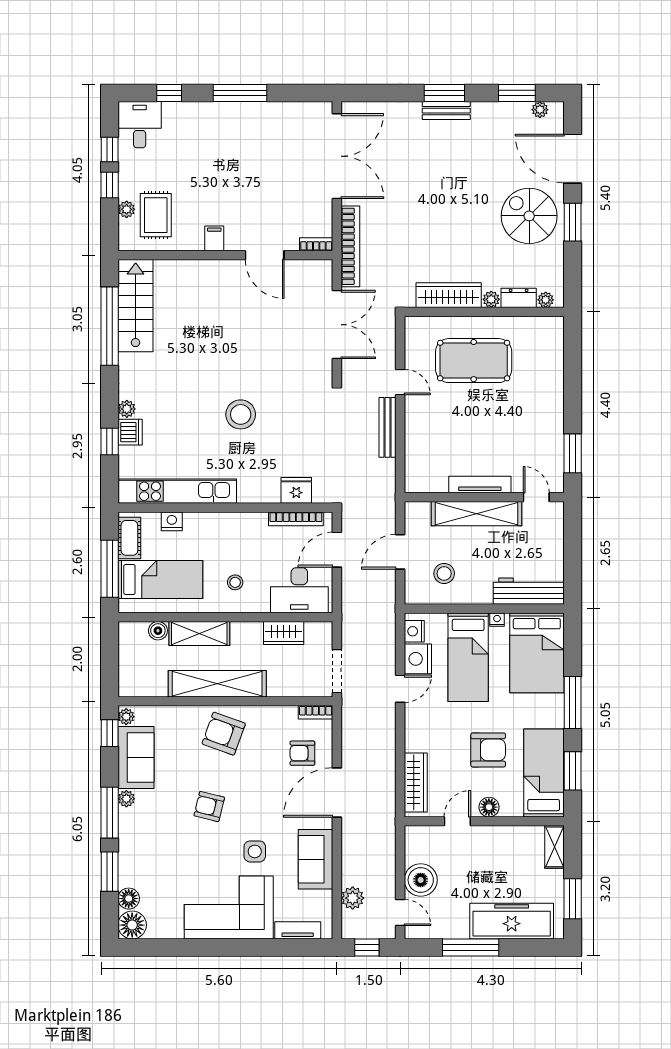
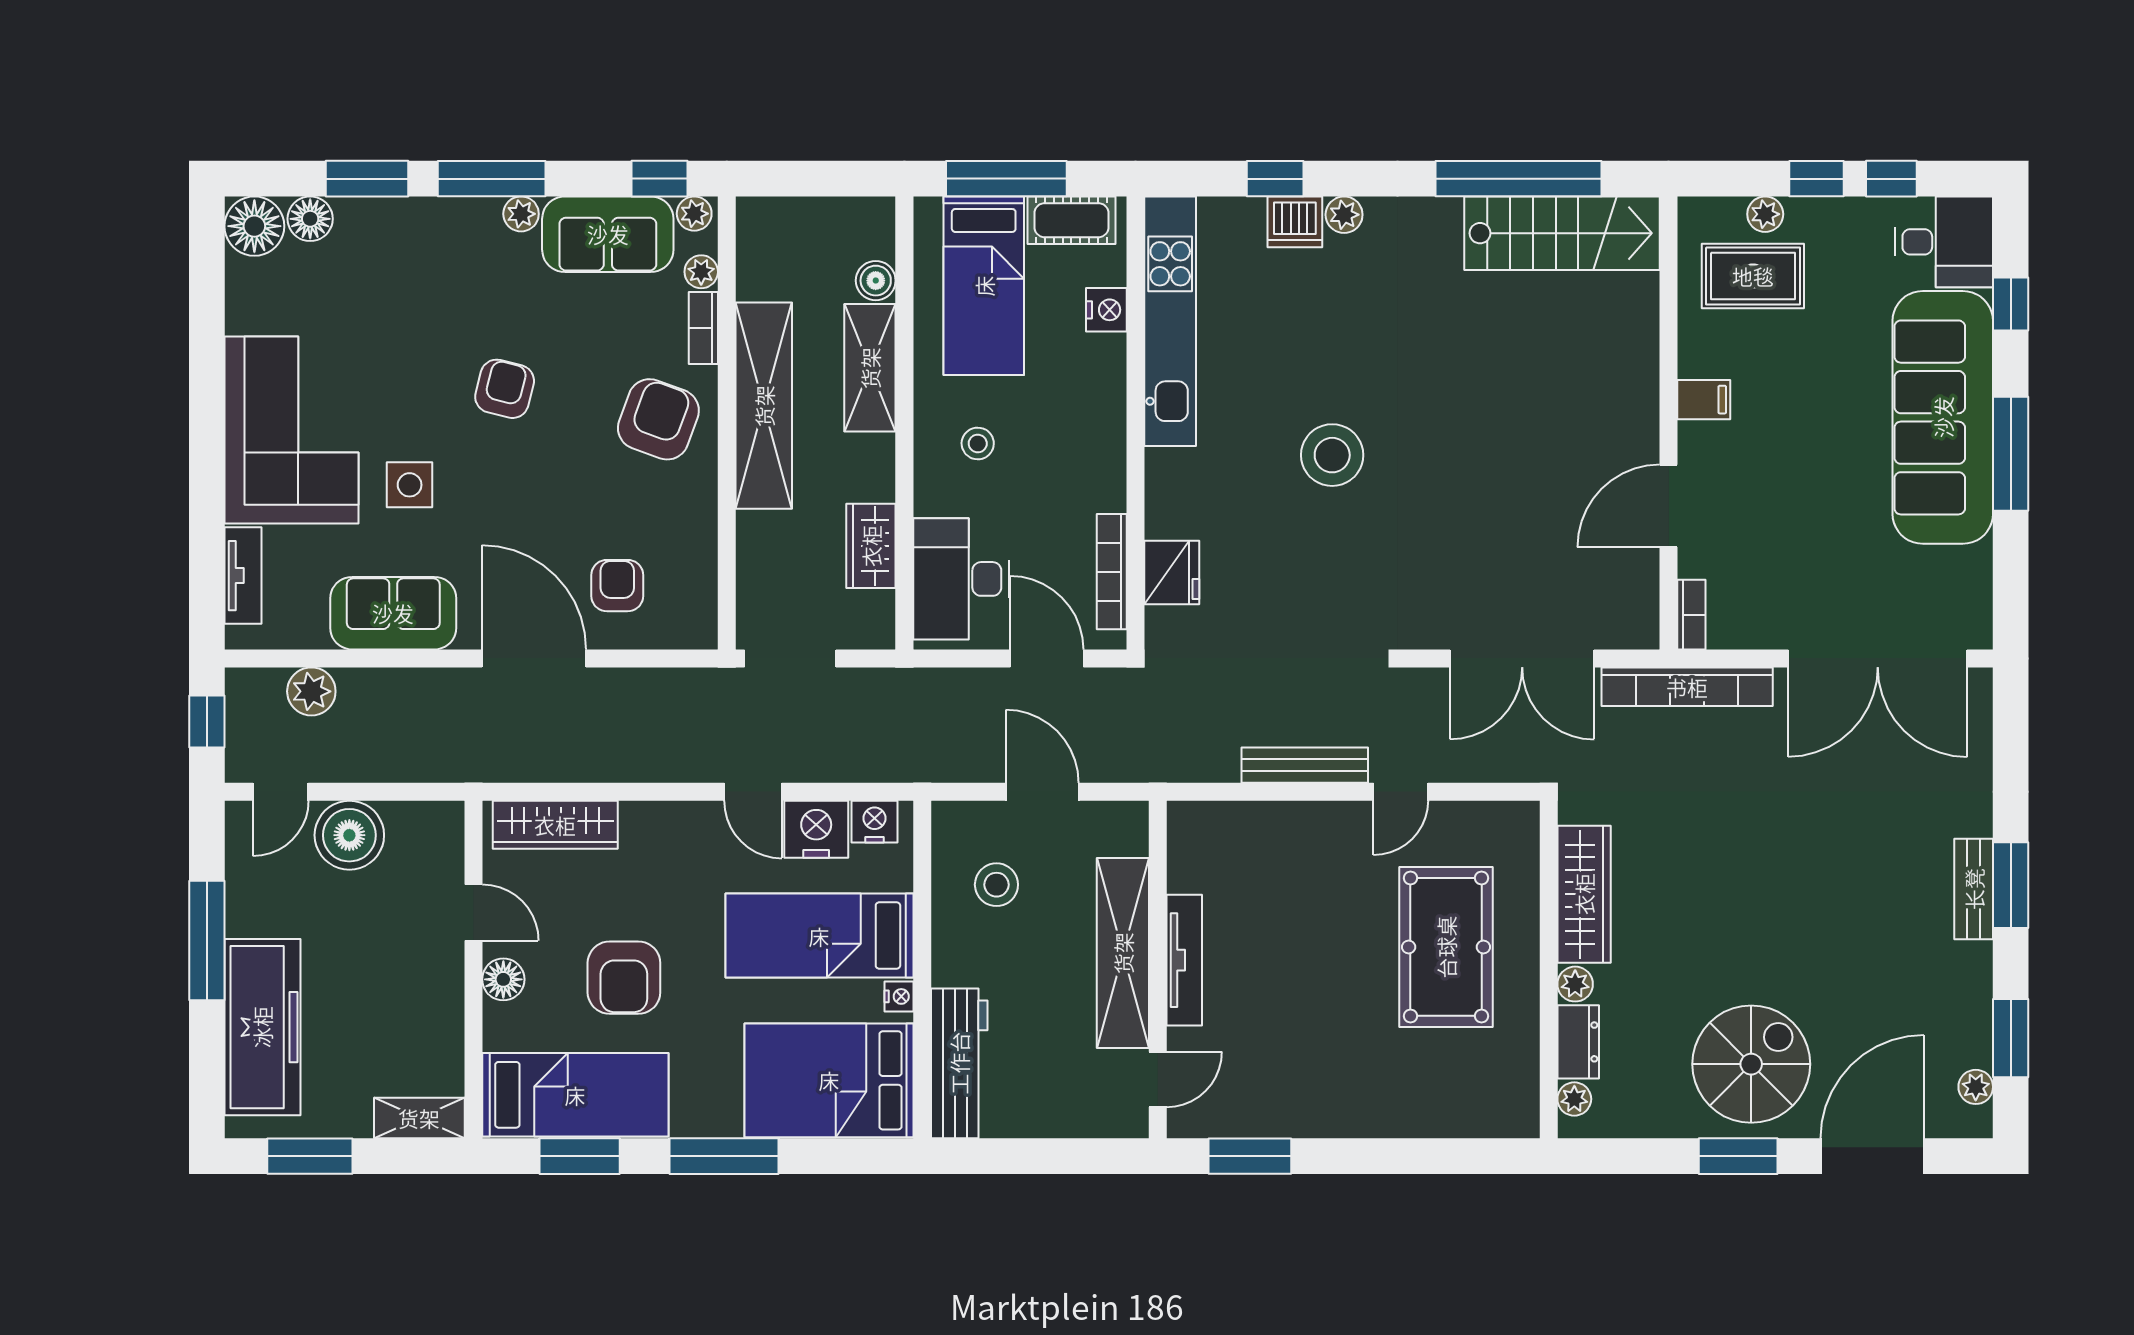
sofa: (223, 125) -> (1943, 417), added
bookcase: (316, 712) -> (703, 328), moved
plant: (154, 713) -> (701, 272), added

